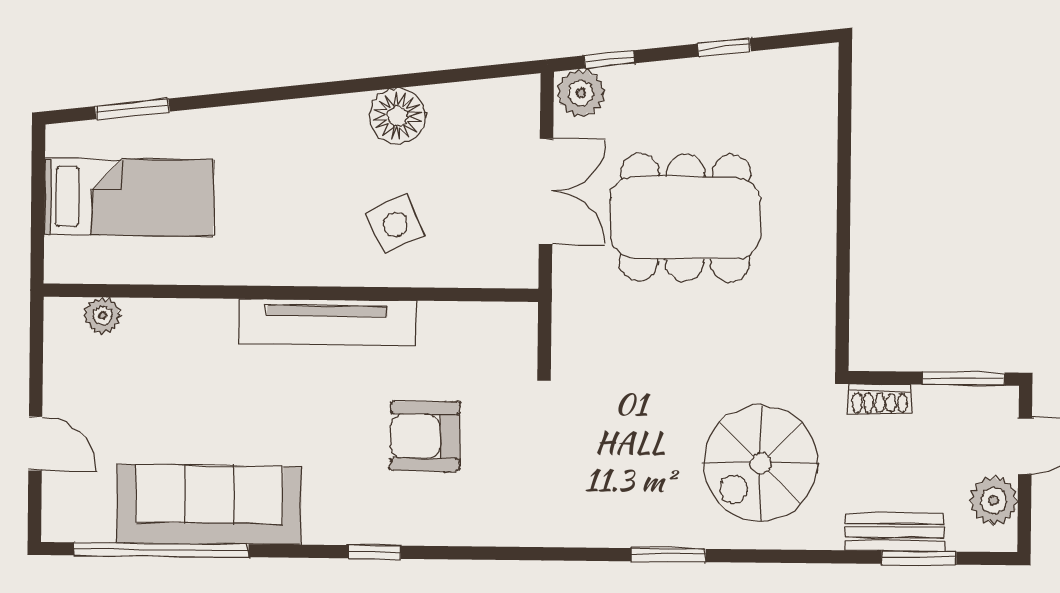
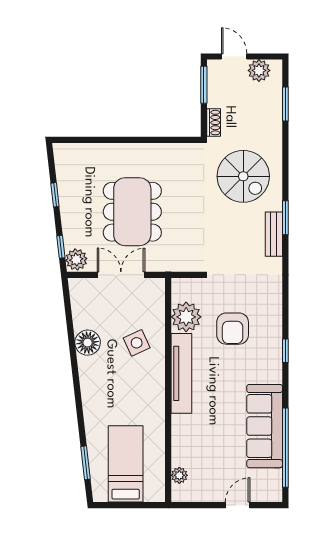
plant: (452, 334) -> (186, 317), added
bench: (895, 532) -> (274, 234), moved

